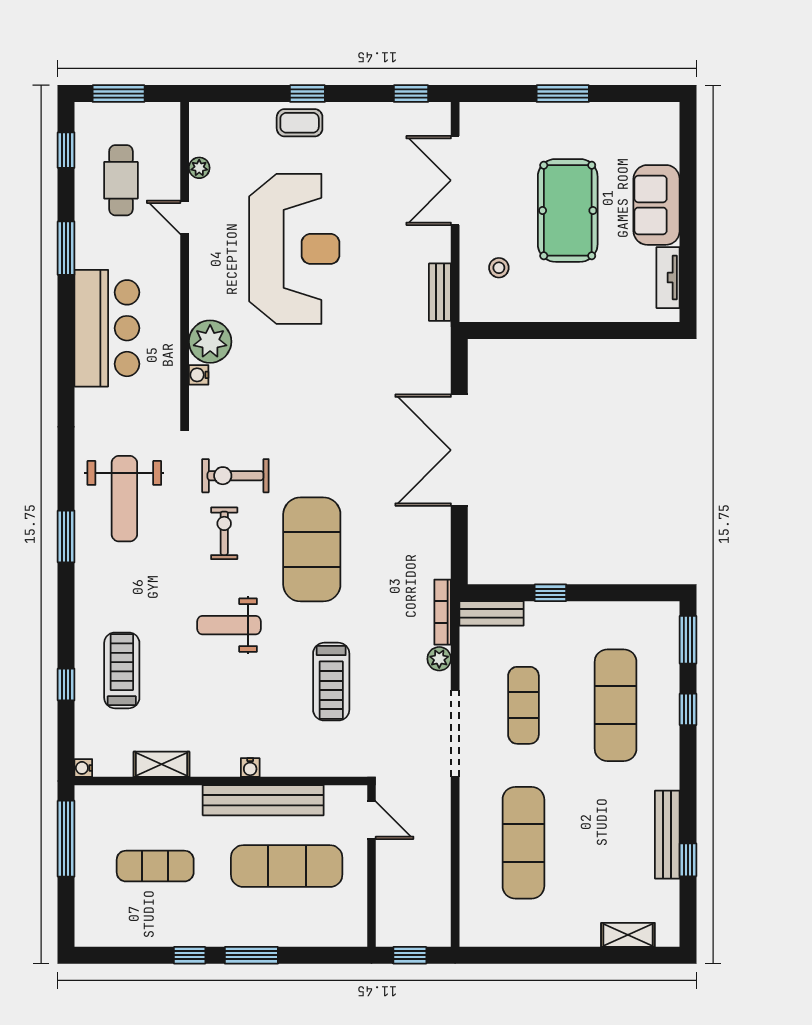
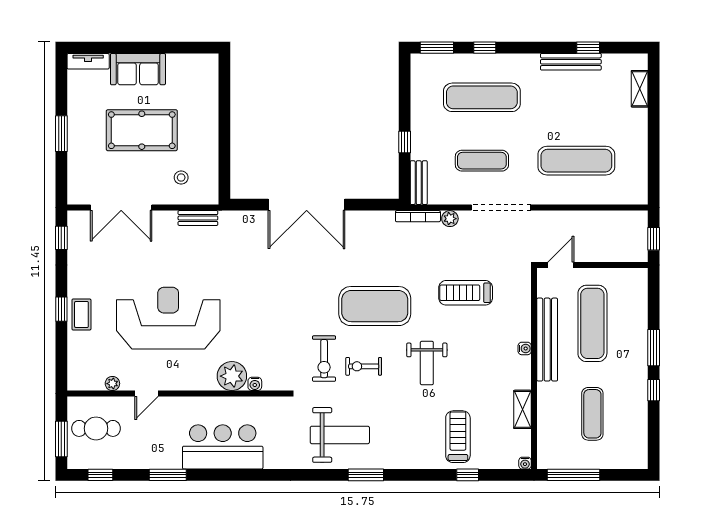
cafe table: (121, 180) -> (96, 428), moved
tv unit: (668, 278) -> (88, 61), moved
treadmill: (122, 670) -> (458, 437), turned 90
treadmill: (331, 682) -> (466, 293), turned 180

